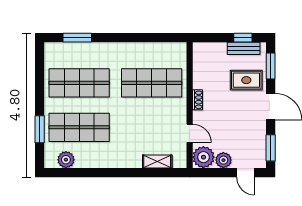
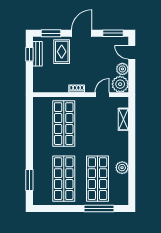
window: (40, 129) -> (99, 209), width x1.44
plant: (66, 160) -> (122, 168), moved
door: (246, 173) -> (132, 52), swing flipped

